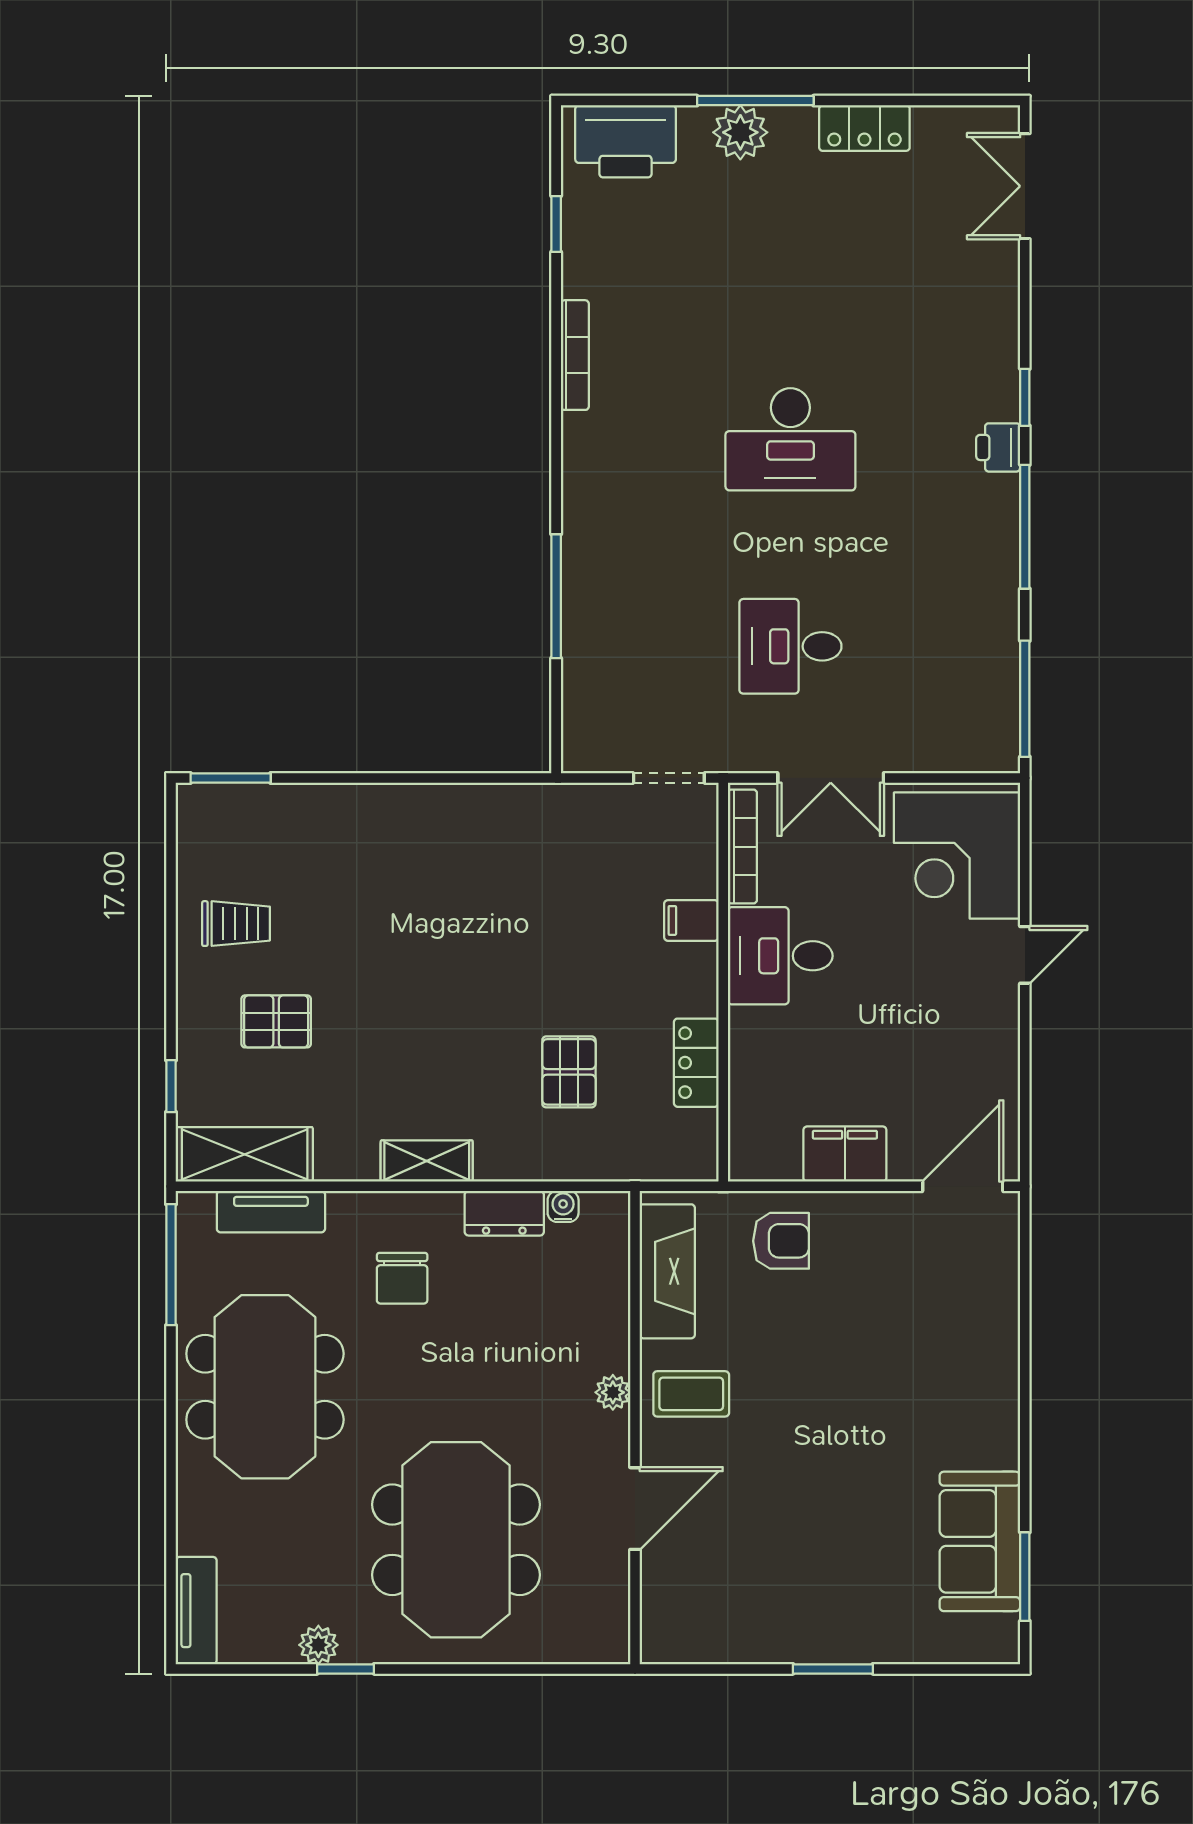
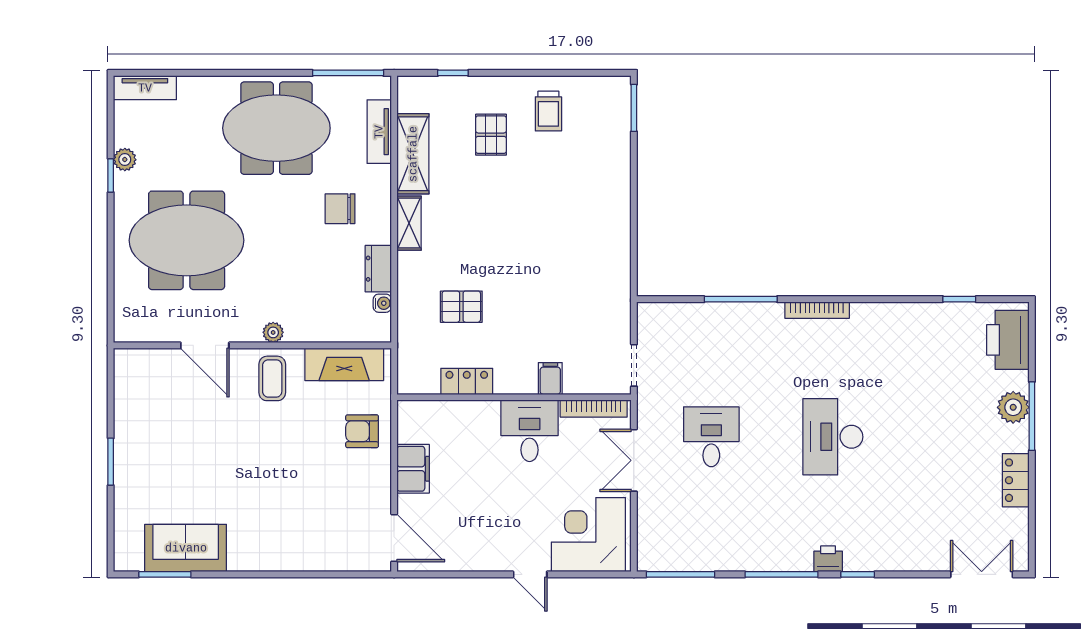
bookcase: (575, 355) -> (817, 310), moved
shelving: (245, 1154) -> (413, 154), moved
armchair: (781, 1241) -> (362, 431), turned 90

